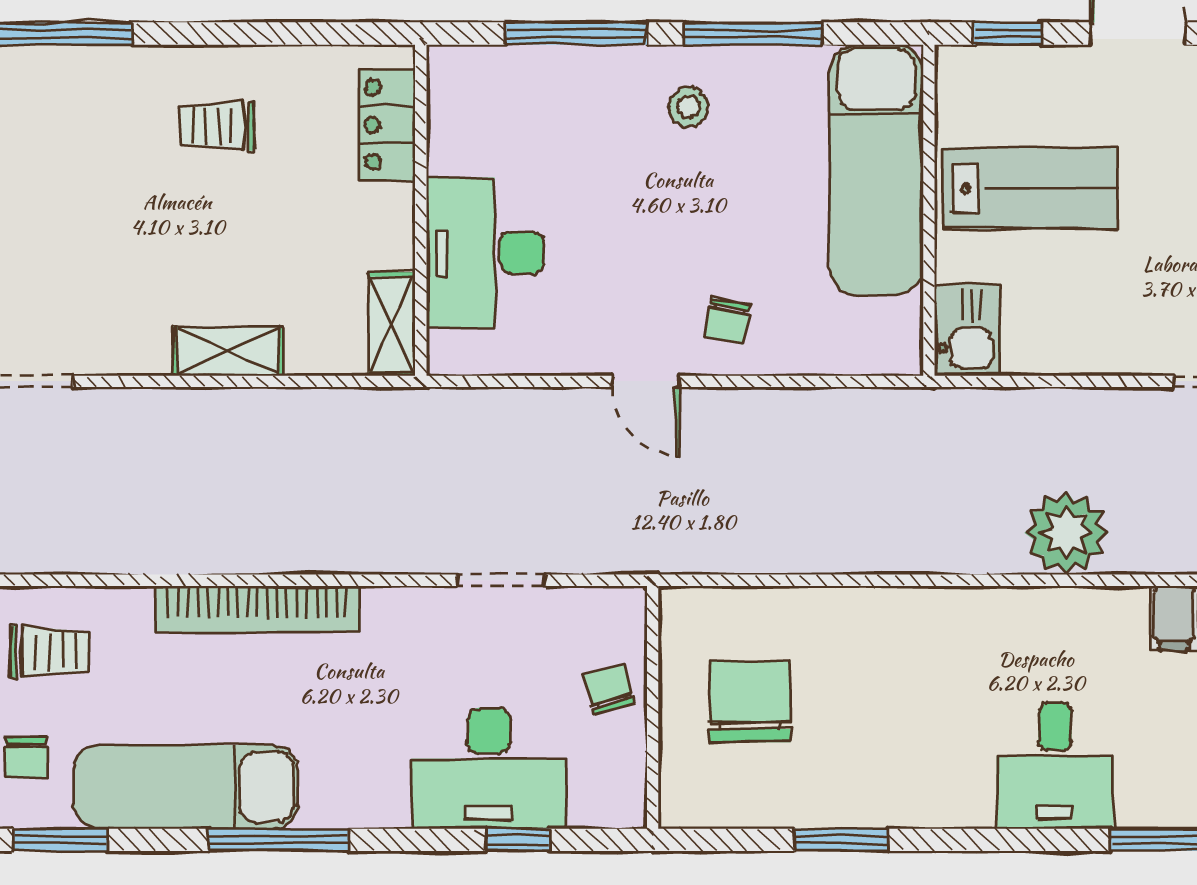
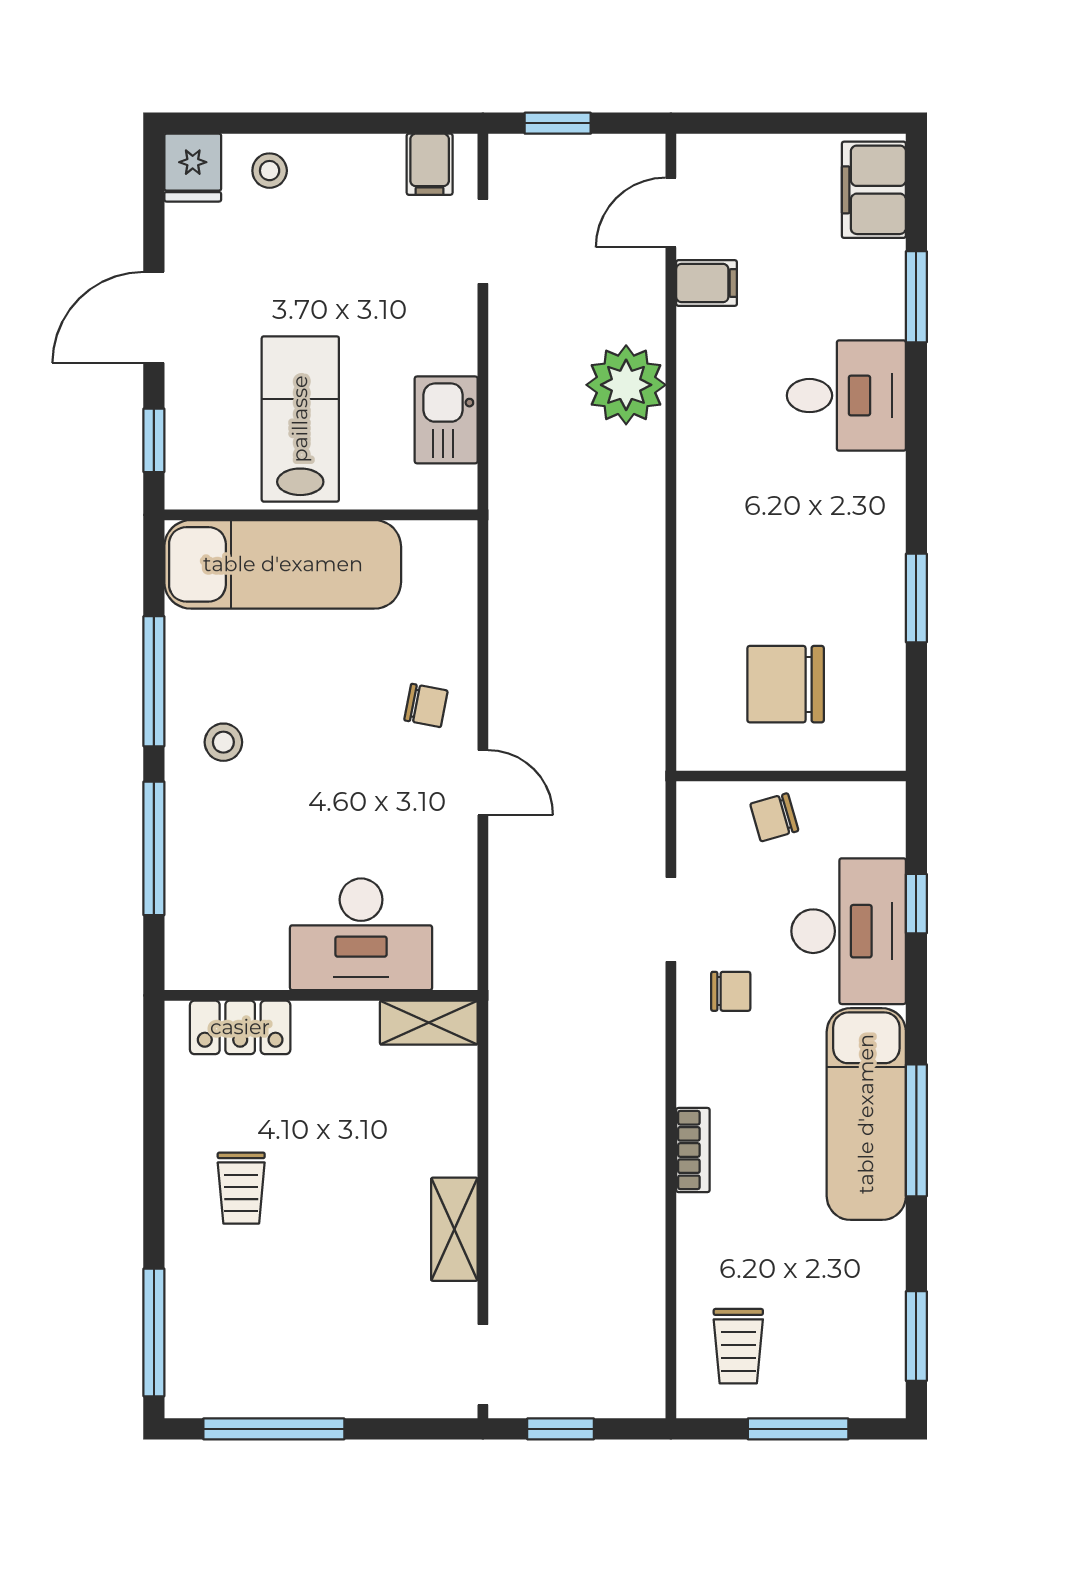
kitchen sink: (968, 330) -> (446, 420), moved, turned -90
shelving: (228, 351) -> (454, 1229), moved
door: (646, 381) -> (483, 783), hinge flipped
bookcase: (257, 609) -> (693, 1150), width x0.43, depth x0.76
trolley: (50, 652) -> (738, 1346), turned 180
chair: (26, 758) -> (731, 991), moved
exam couch: (186, 787) -> (866, 1114), moved

